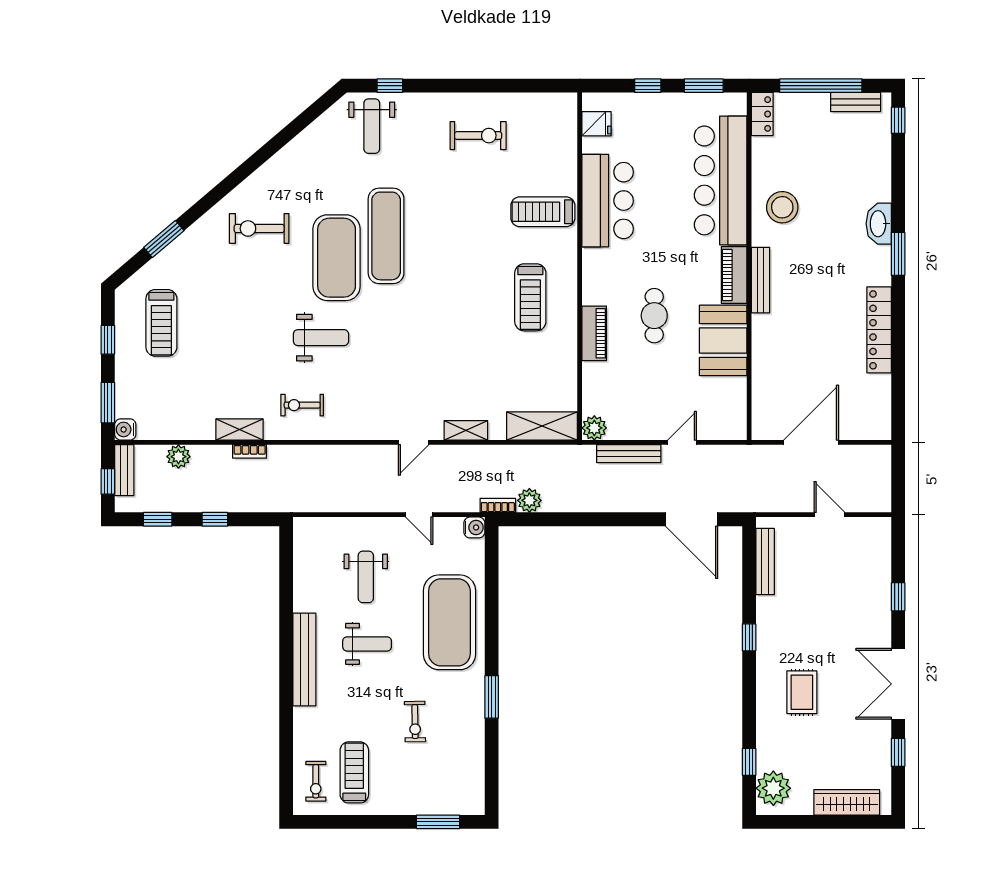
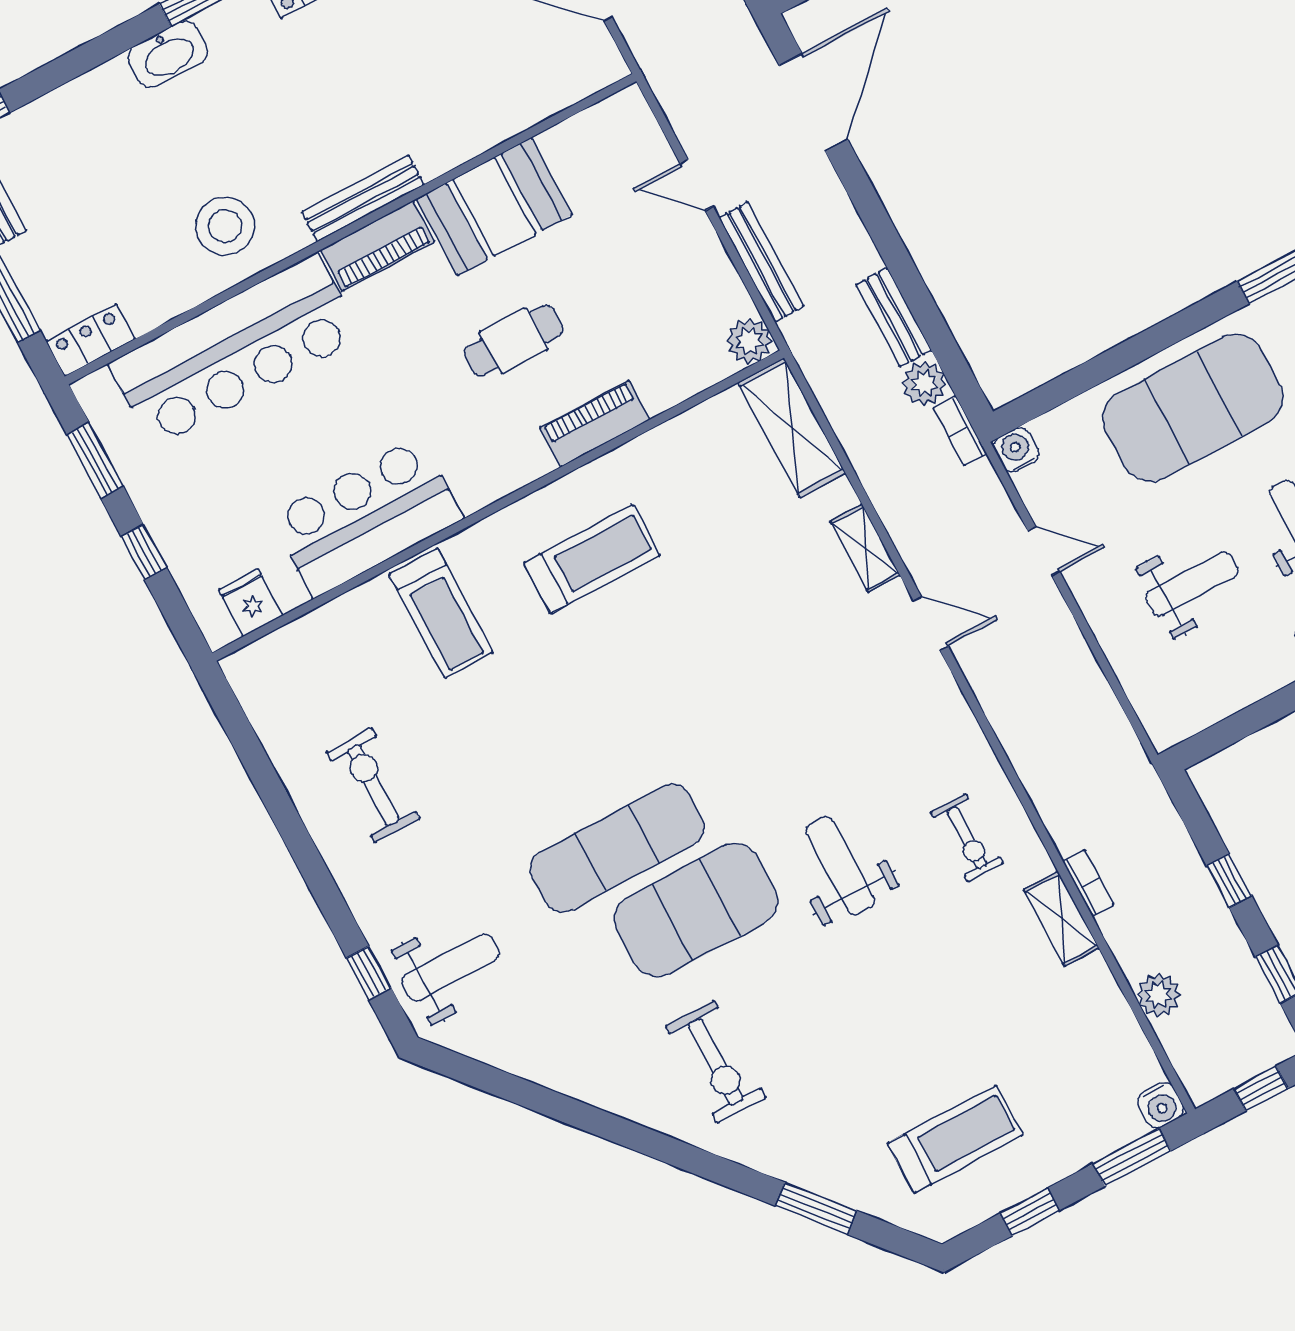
bench: (124, 470) -> (894, 317), moved, turned 90
door: (419, 515) -> (1044, 551), hinge flipped

